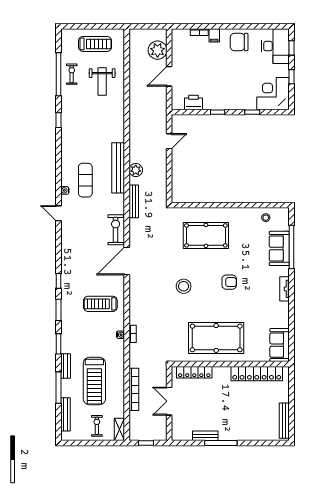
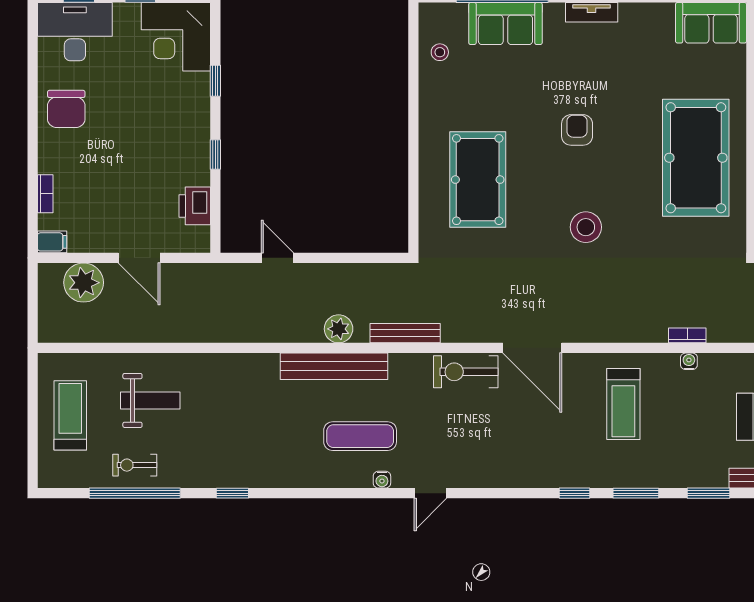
filing cabinet: (214, 35) -> (52, 242), moved

